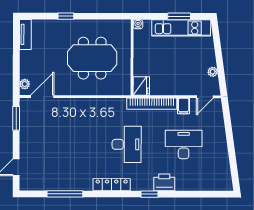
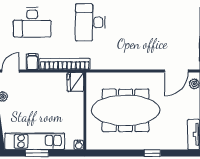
meeting table: (92, 58) -> (126, 110), width x1.36

